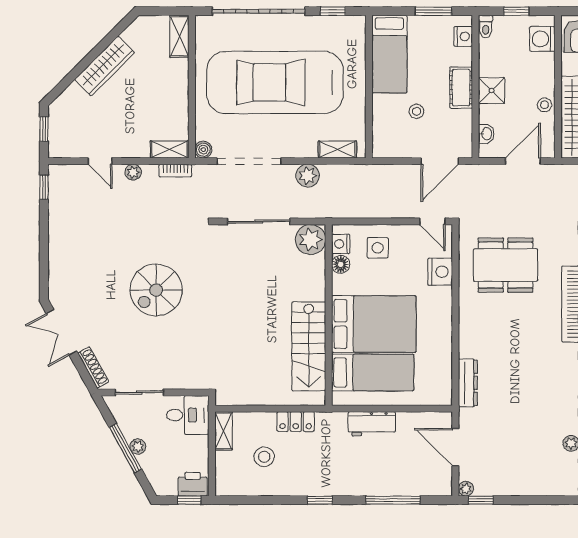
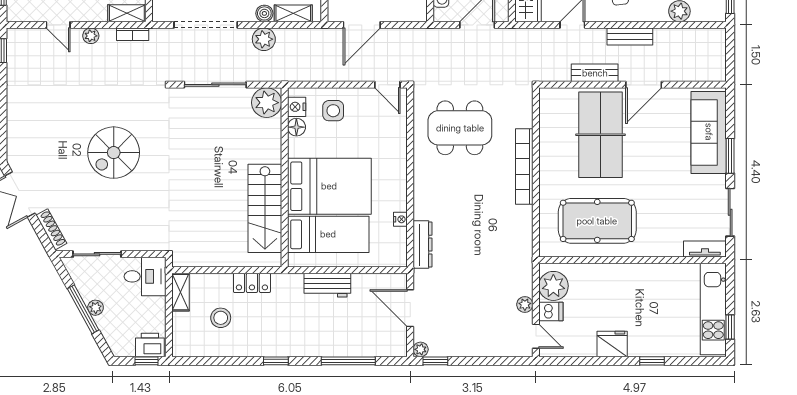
boiler: (203, 150) -> (264, 13), moved
door: (440, 161) -> (362, 25), moved
nightstand: (440, 272) -> (400, 219), moved, width x0.53, depth x0.56

